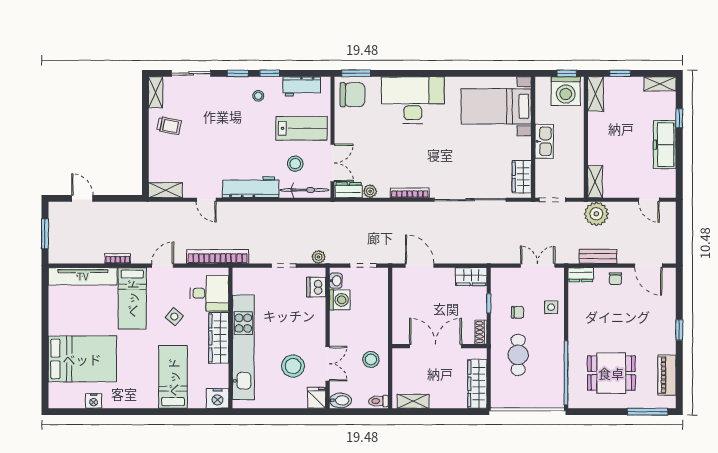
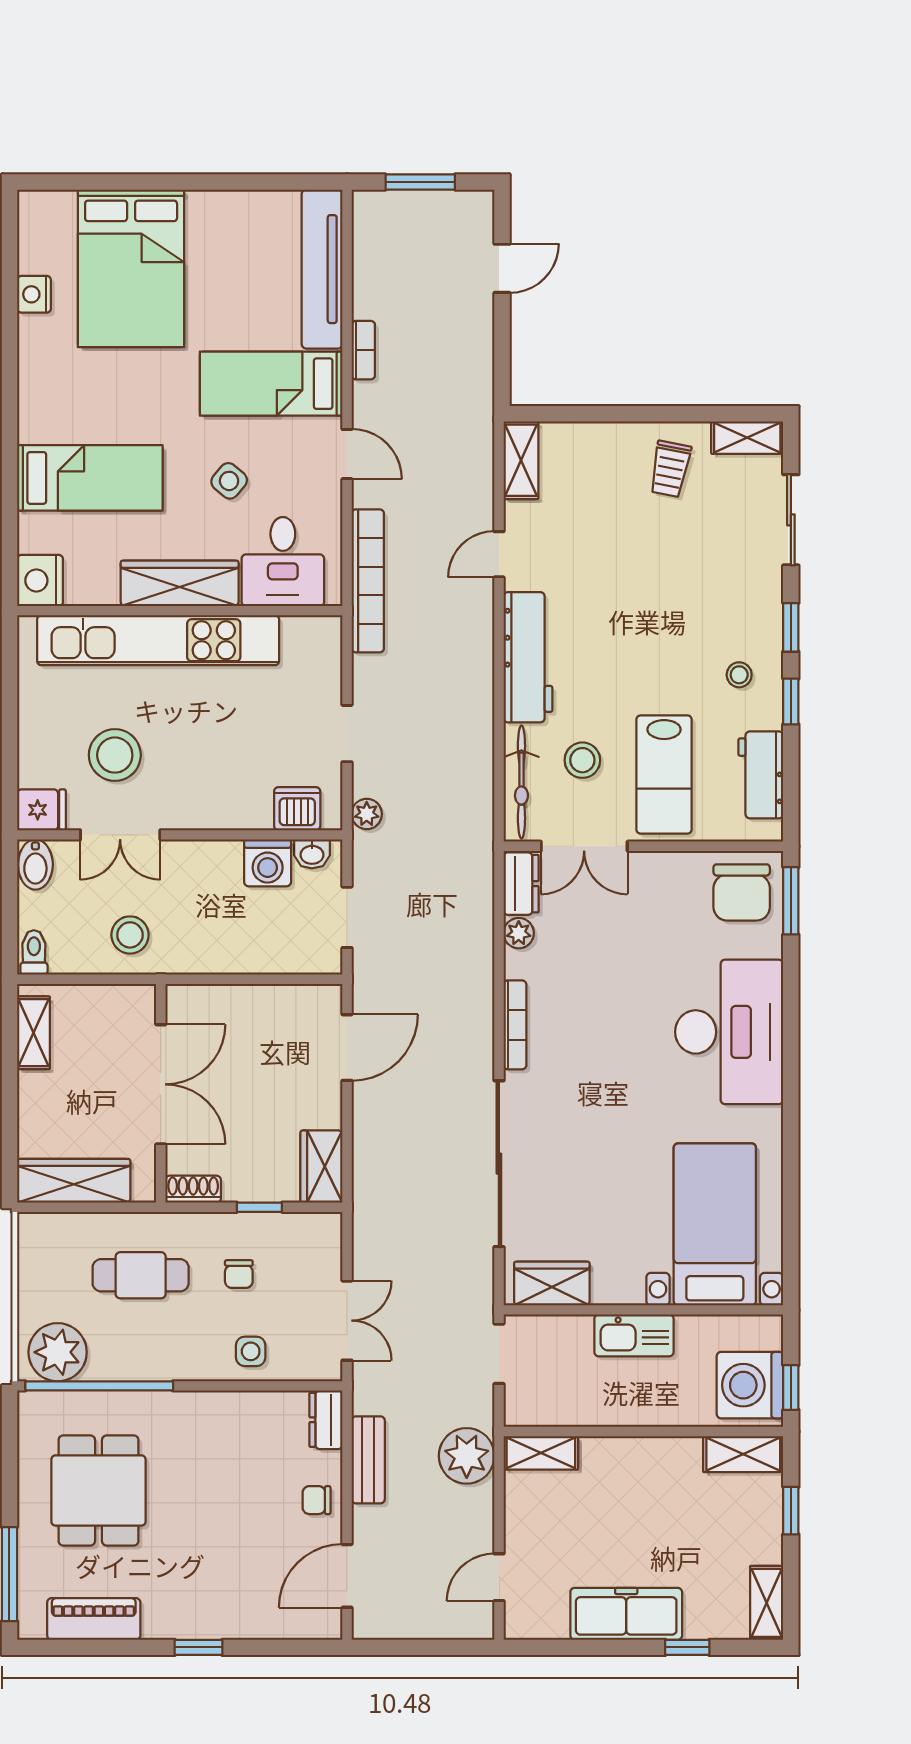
plant: (551, 391) -> (58, 1352), added

